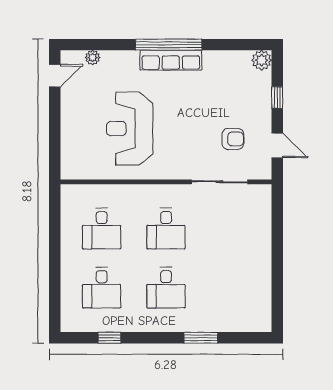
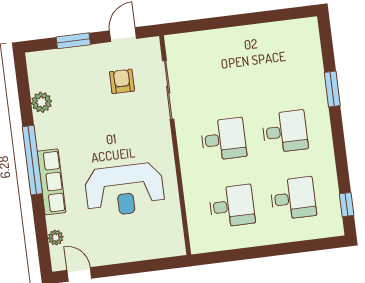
row of seats: (171, 60) -> (52, 182), moved
plant: (262, 60) -> (42, 102), moved
window: (277, 98) -> (73, 41), width x1.50
window: (109, 338) -> (347, 205), moved

